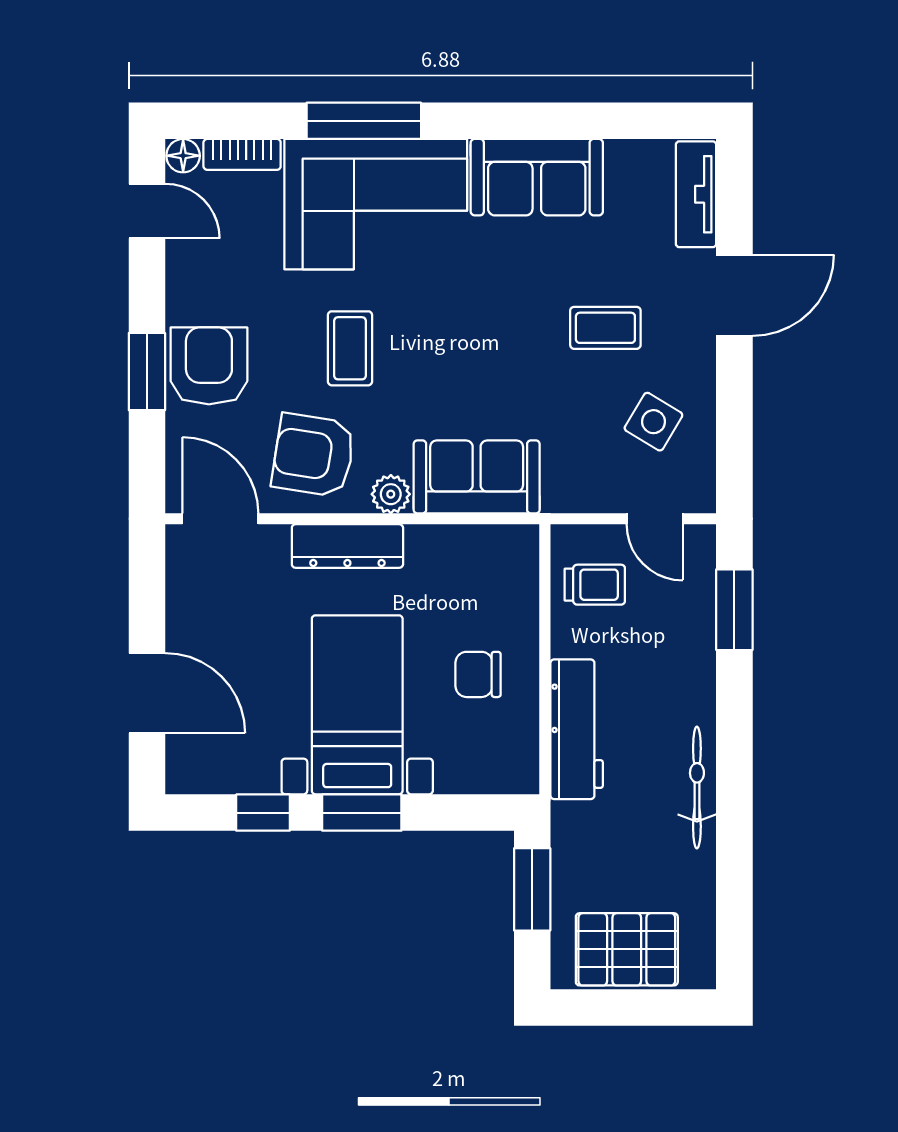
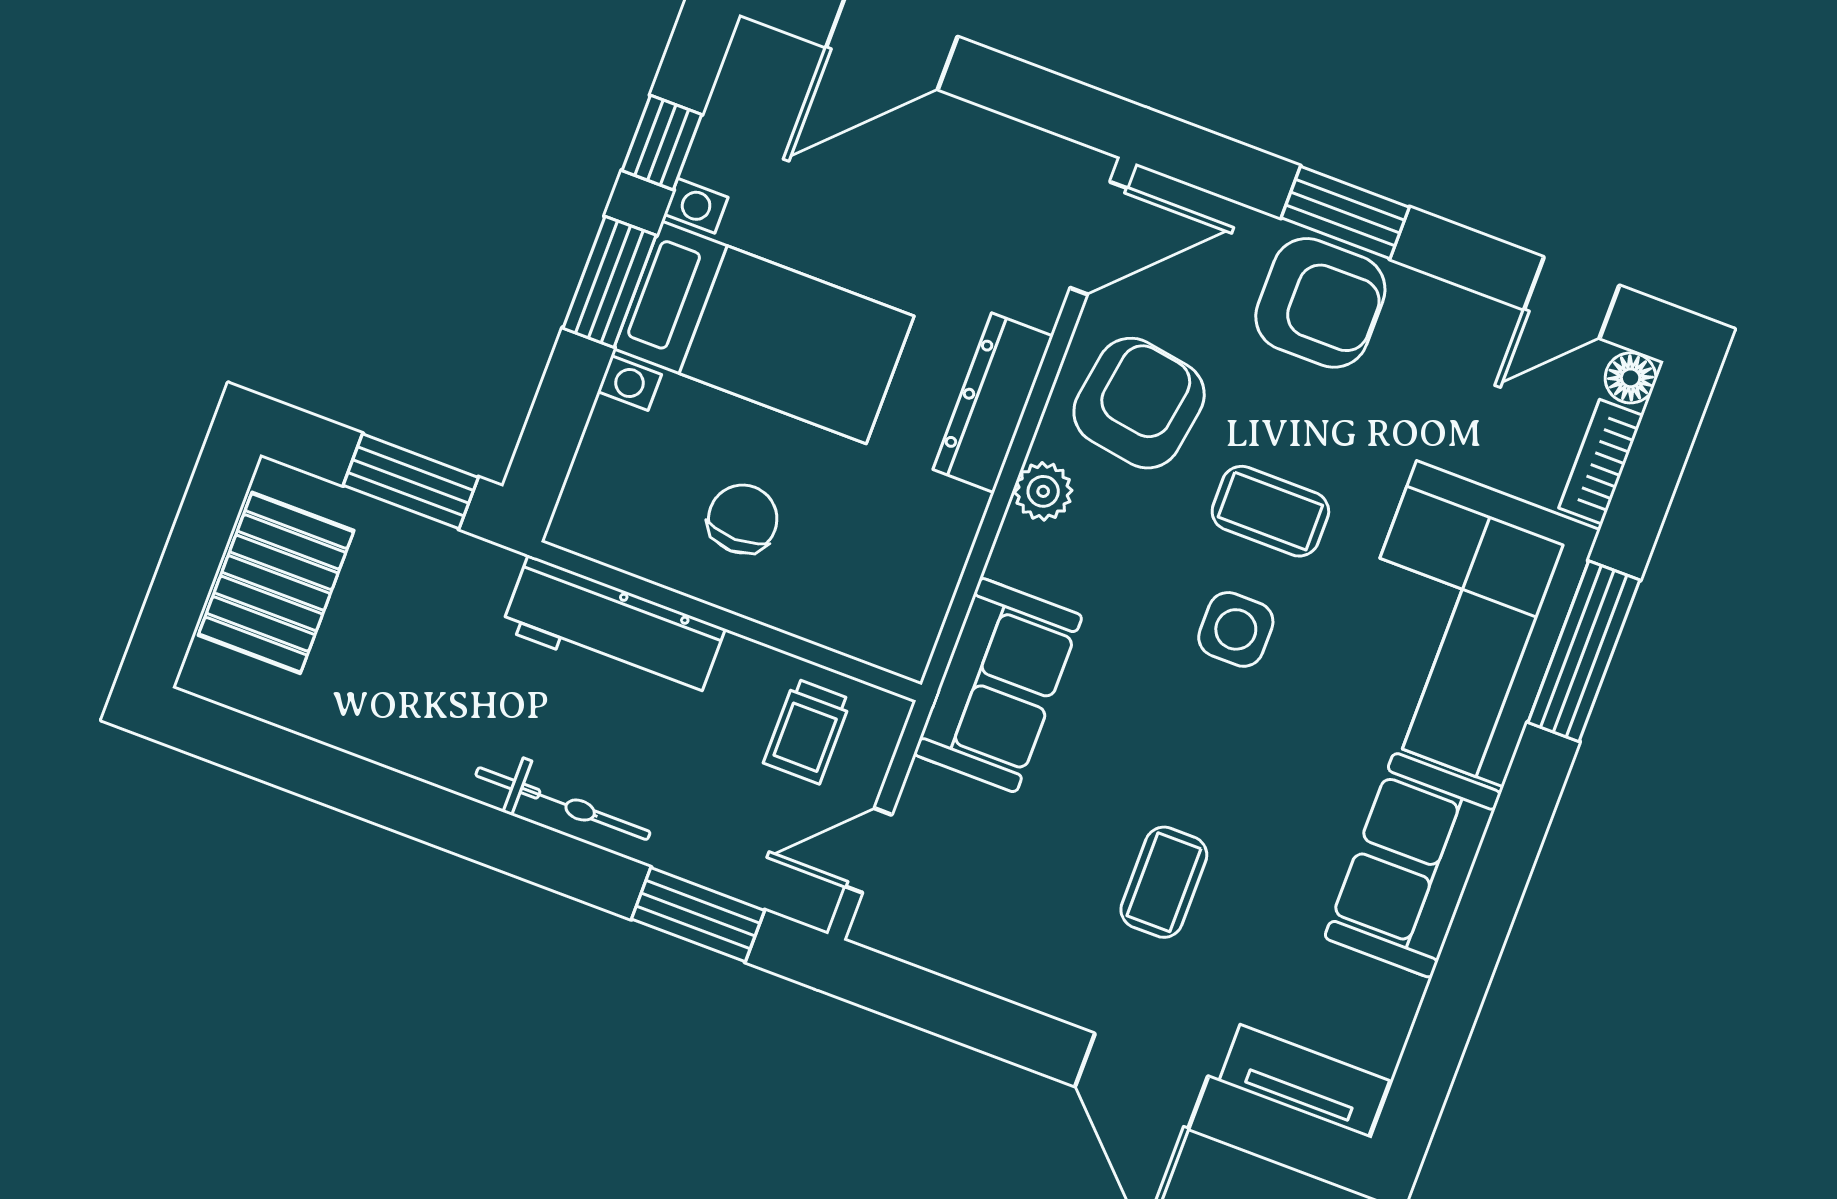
side table: (653, 422) -> (1236, 629), moved, turned -31
sofa: (477, 477) -> (998, 685), moved
bicycle: (697, 787) -> (563, 804), moved

